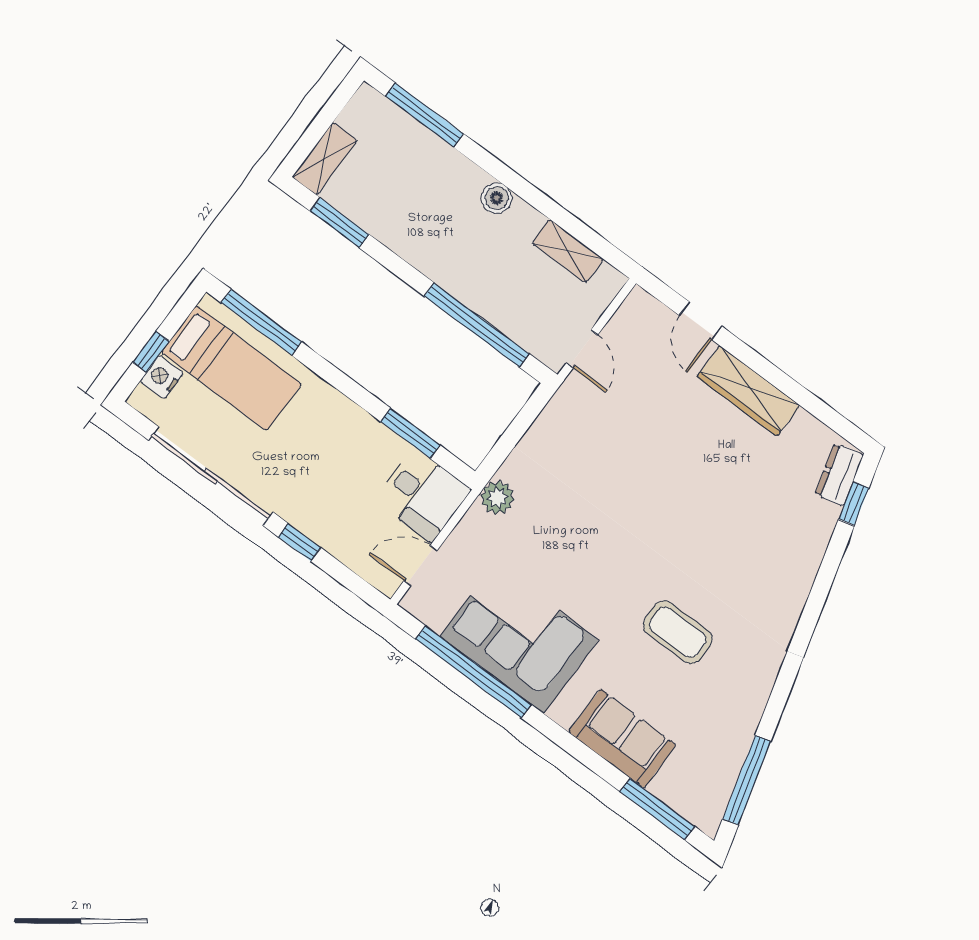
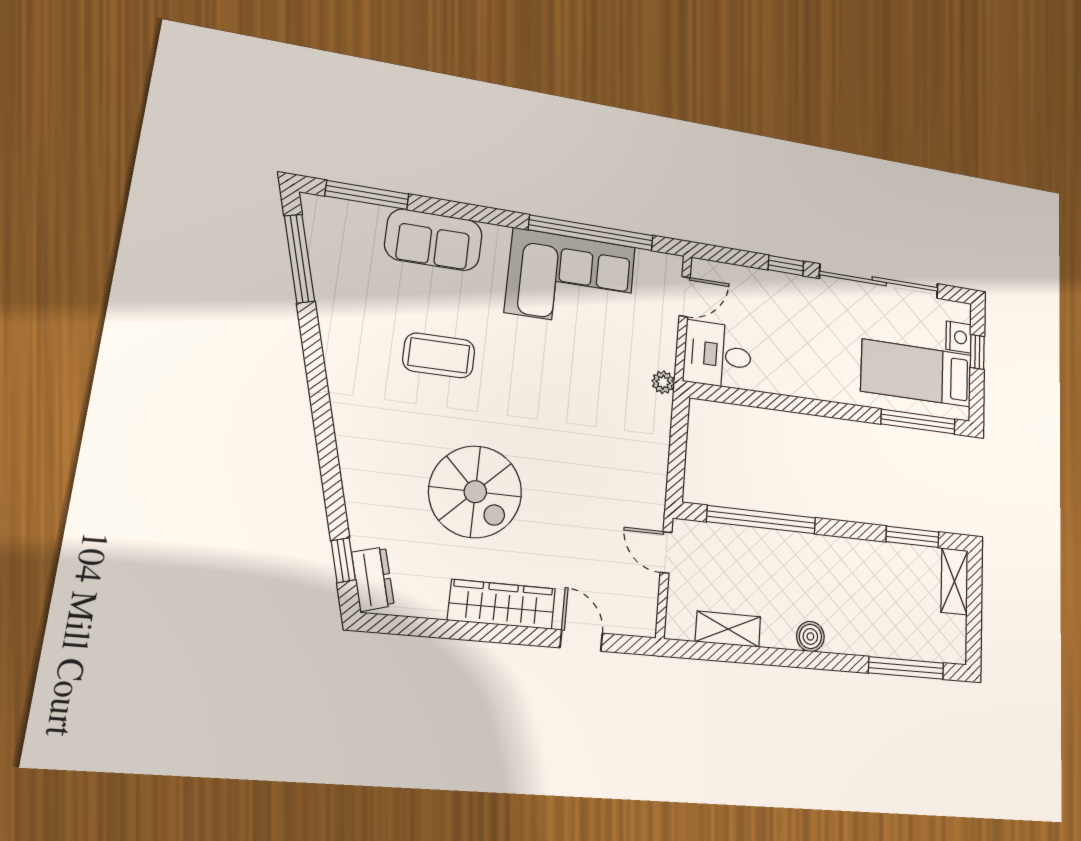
window: (410, 433) -> (758, 399), removed
spiral stairs: (715, 497) -> (475, 492), added
plant: (497, 498) -> (663, 382), width x0.73, depth x0.73

